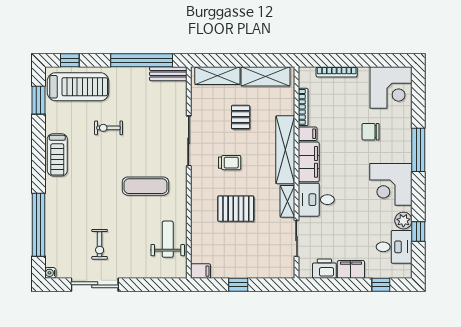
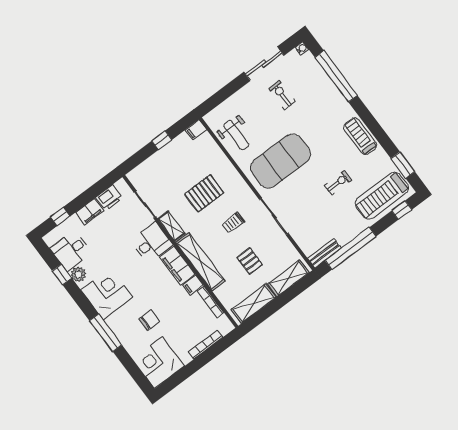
exercise mat: (146, 186) -> (281, 161), width x2.00, depth x1.45

